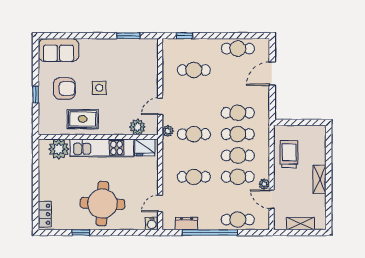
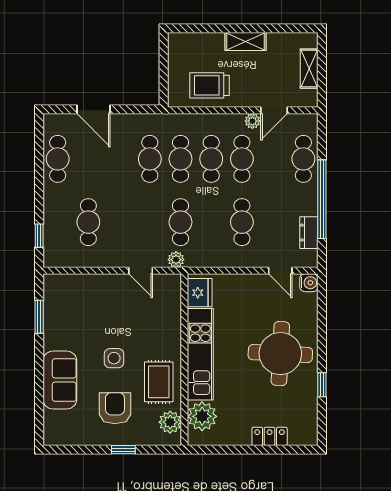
sofa: (59, 50) -> (60, 380), moved
plant: (138, 127) -> (170, 422), moved
locker: (45, 214) -> (270, 436), moved

